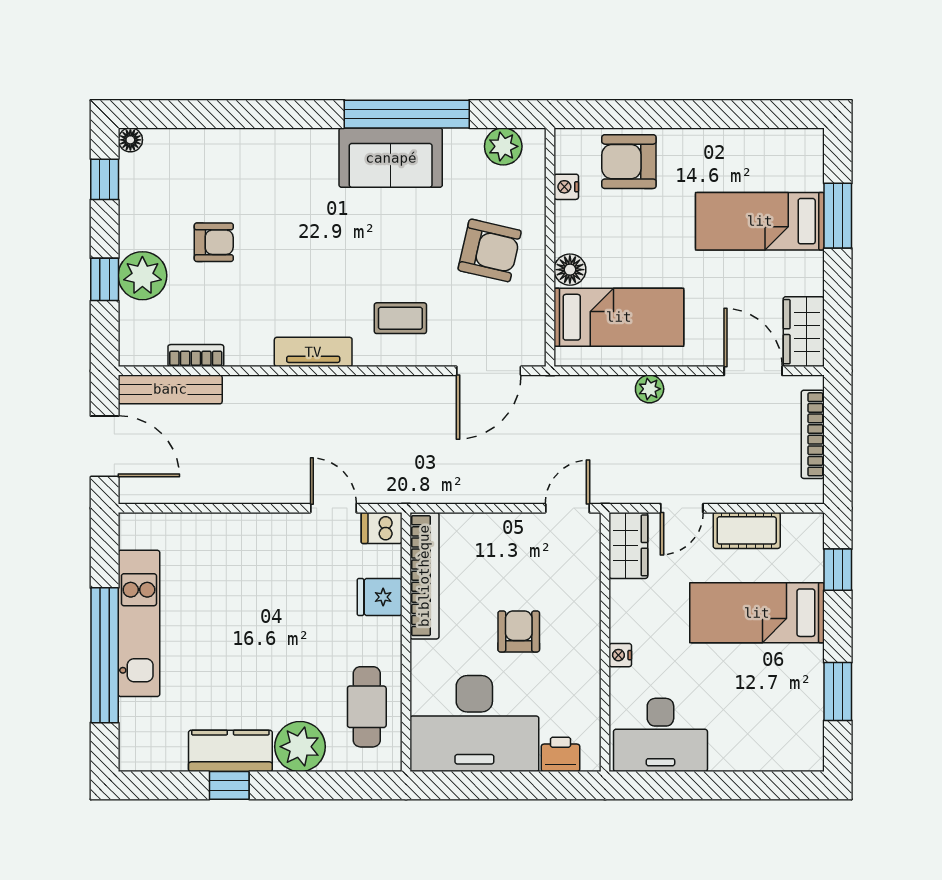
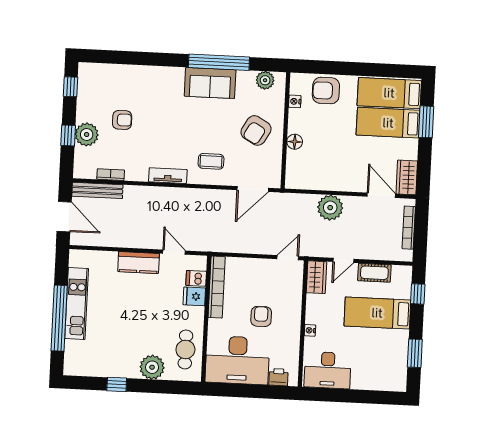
floor lamp: (130, 140) -> (84, 68), removed
armchair: (490, 250) -> (256, 130), turned 107
bed: (619, 317) -> (389, 93), moved, turned 180
plant: (650, 389) -> (330, 208), width x1.87, depth x1.87
dishwasher: (382, 528) -> (196, 278), moved
kitchen counter: (230, 751) -> (139, 263), moved, turned 180

